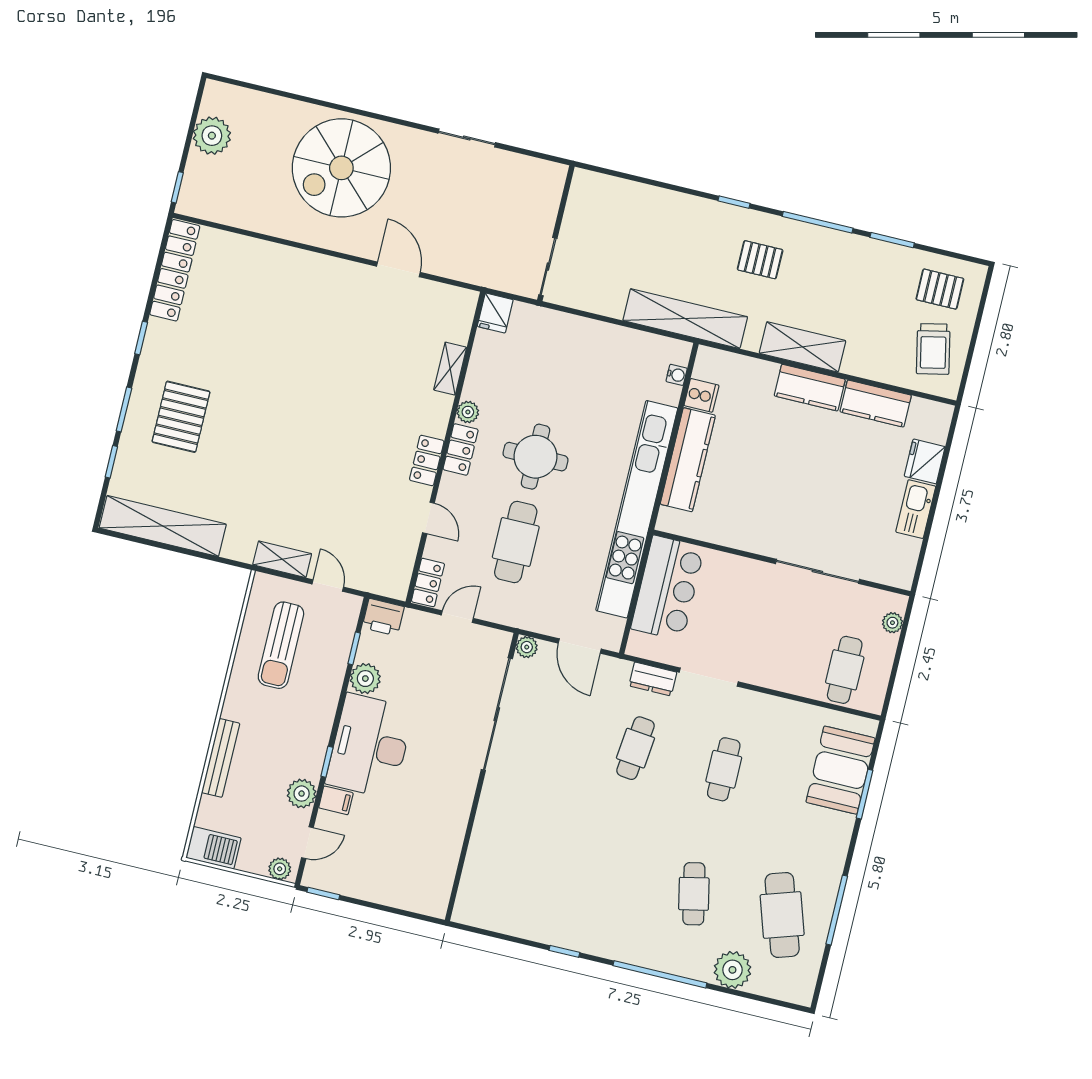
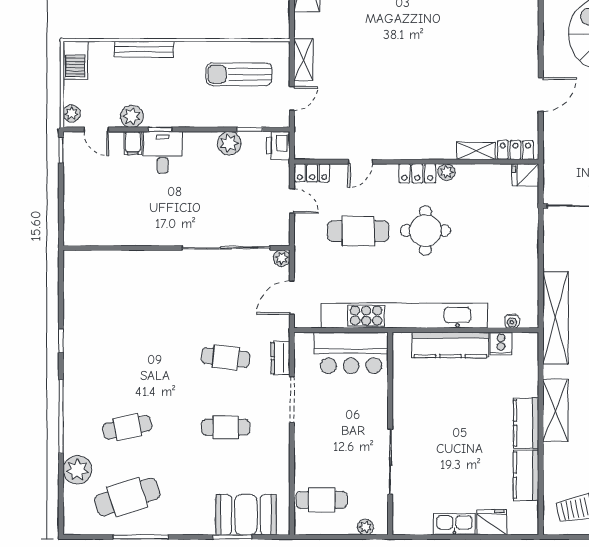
locker: (427, 460) -> (515, 150), moved
desk: (370, 746) -> (163, 152), width x0.53, depth x0.77

